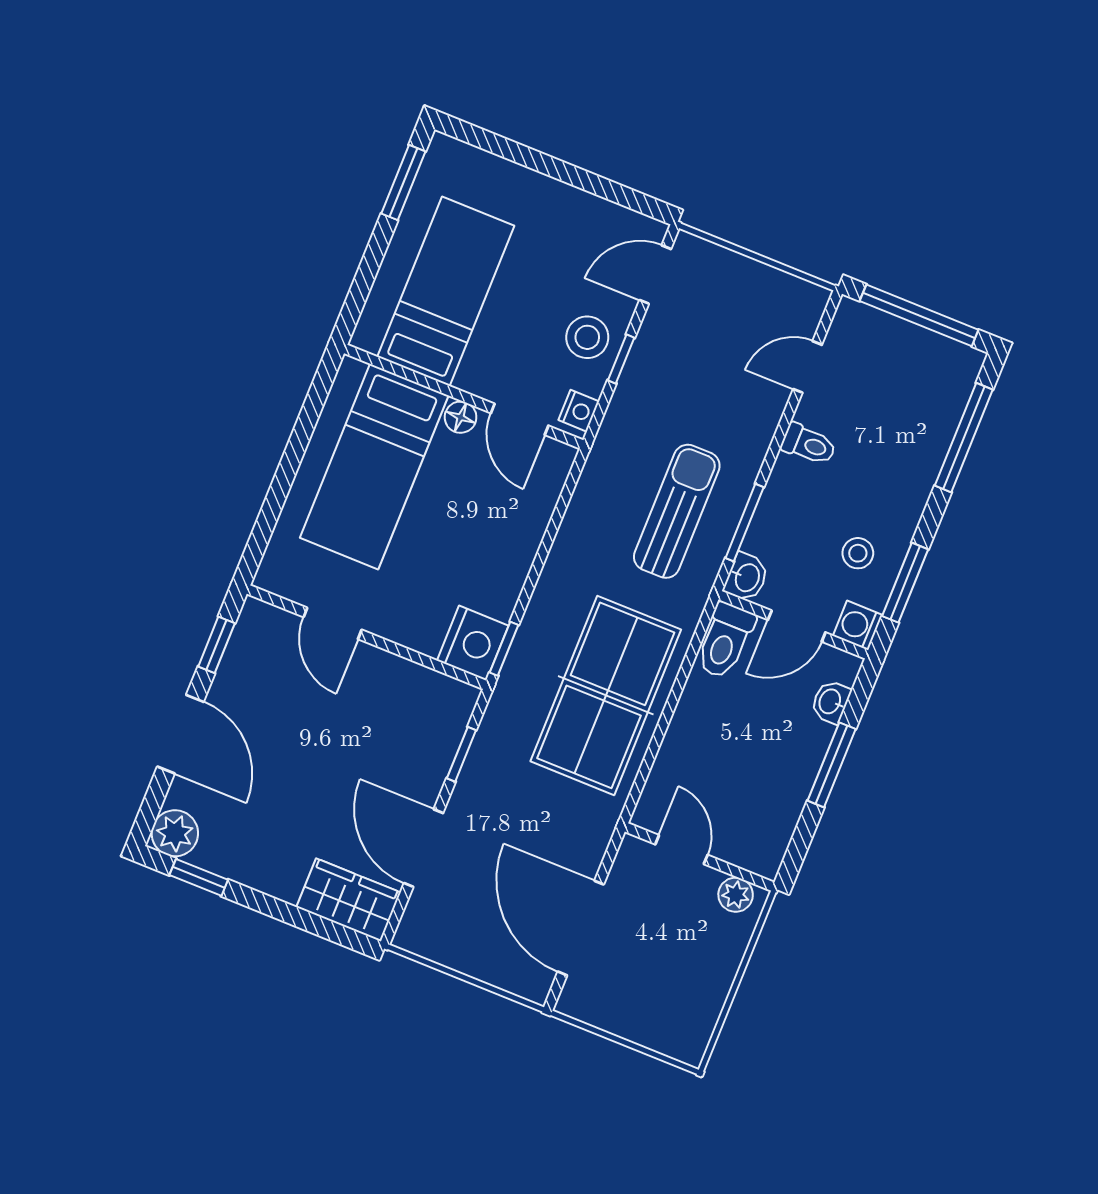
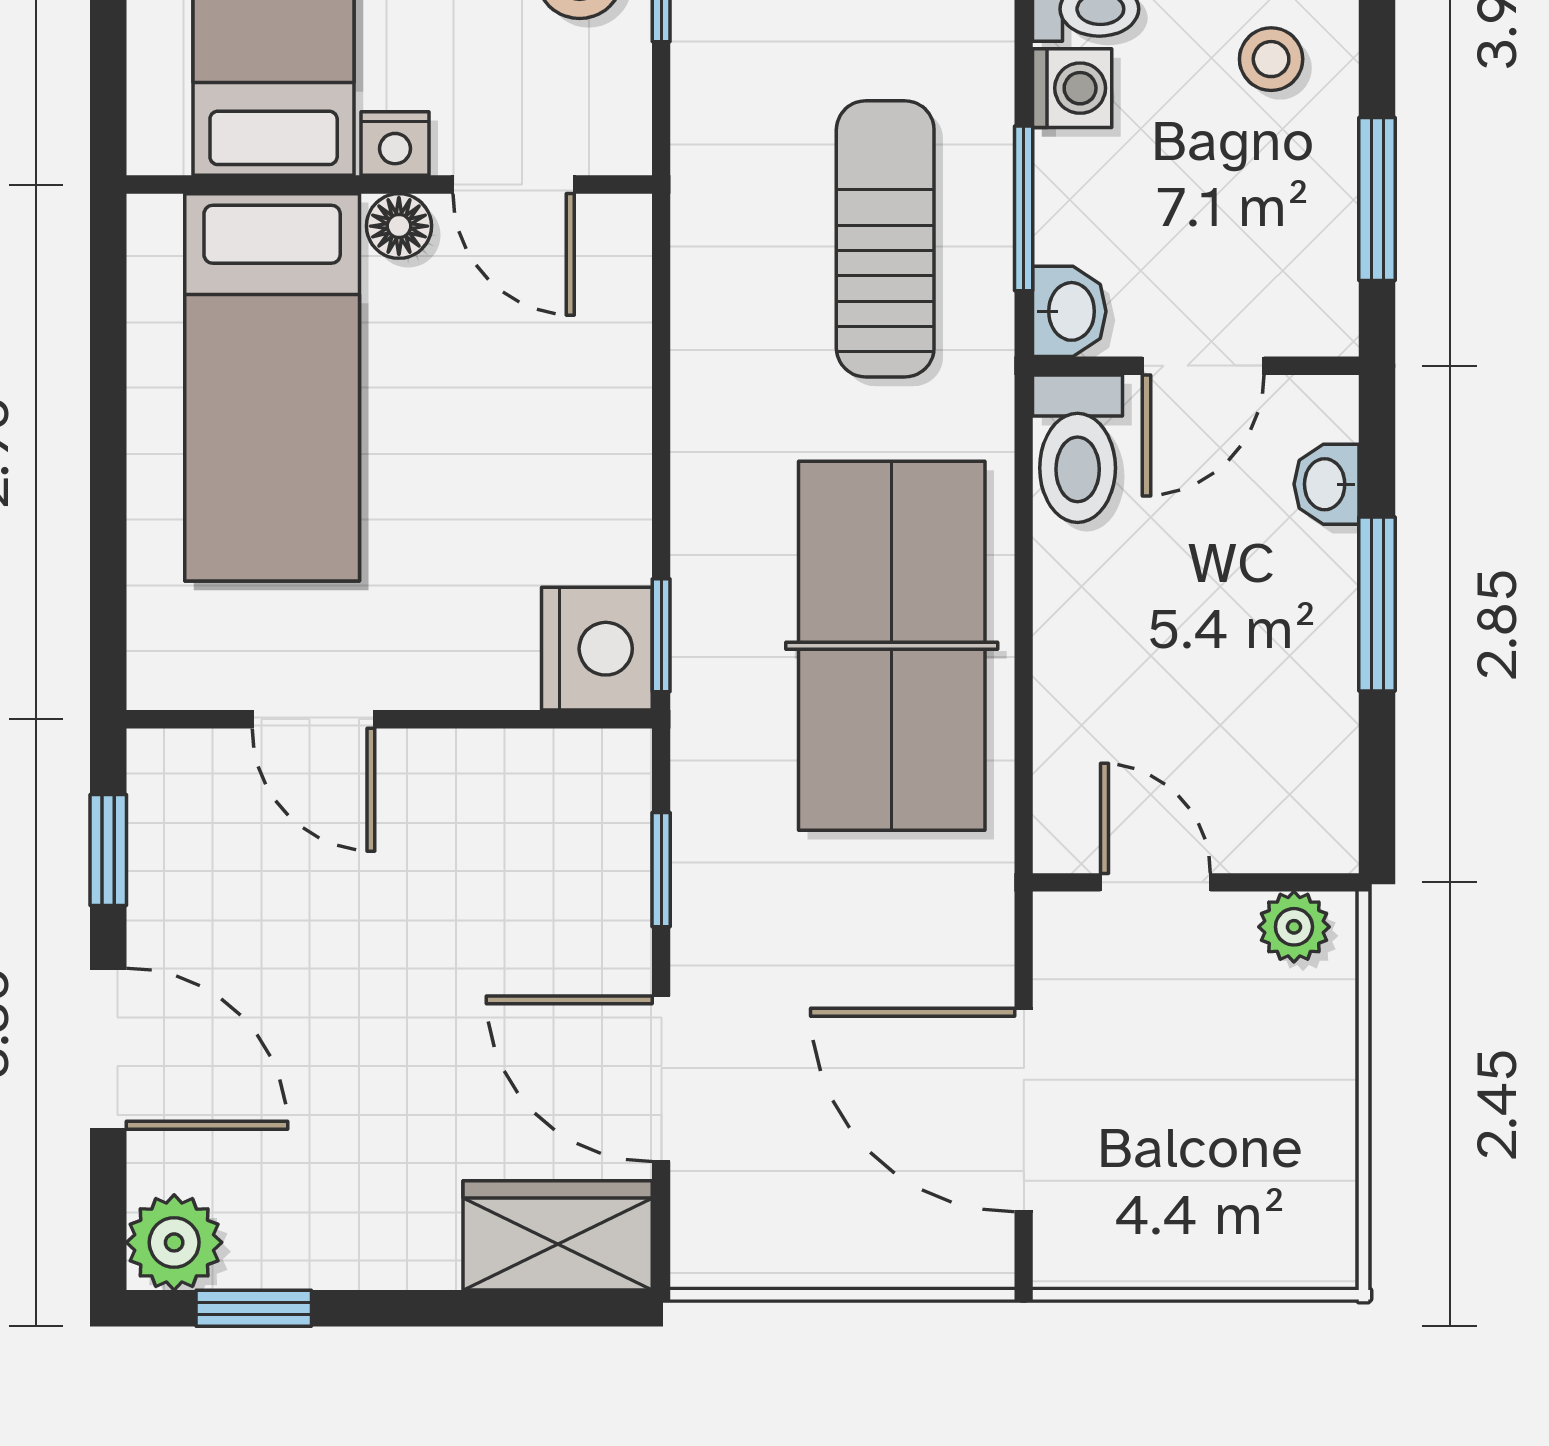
nightstand: (579, 411) -> (395, 143), moved, turned 90
stool: (858, 553) -> (1271, 59), moved
washing machine: (858, 625) -> (1072, 88), moved, turned 180

